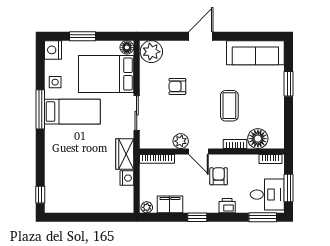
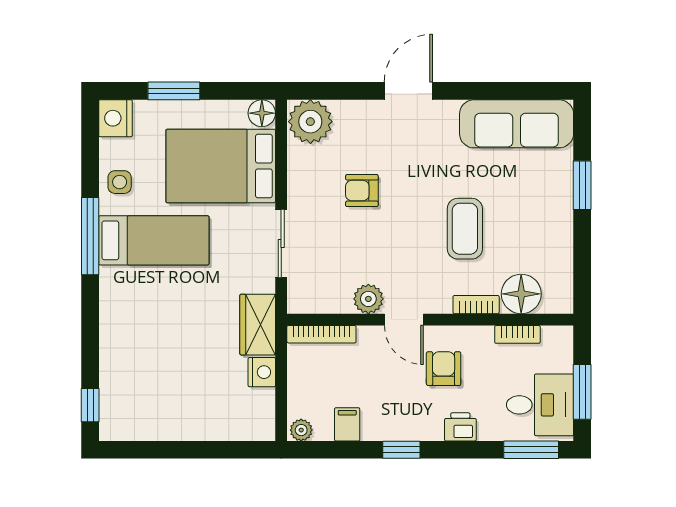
bookcase: (271, 159) -> (517, 334), moved
filing cabinet: (170, 204) -> (347, 424), width x0.50

